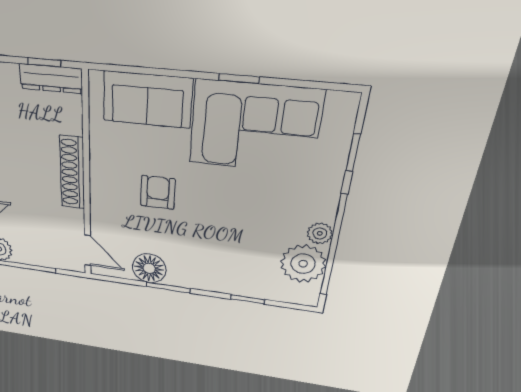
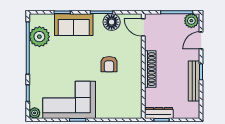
sofa: (147, 100) -> (74, 25), moved, turned 180
plant: (320, 233) -> (35, 113), moved

